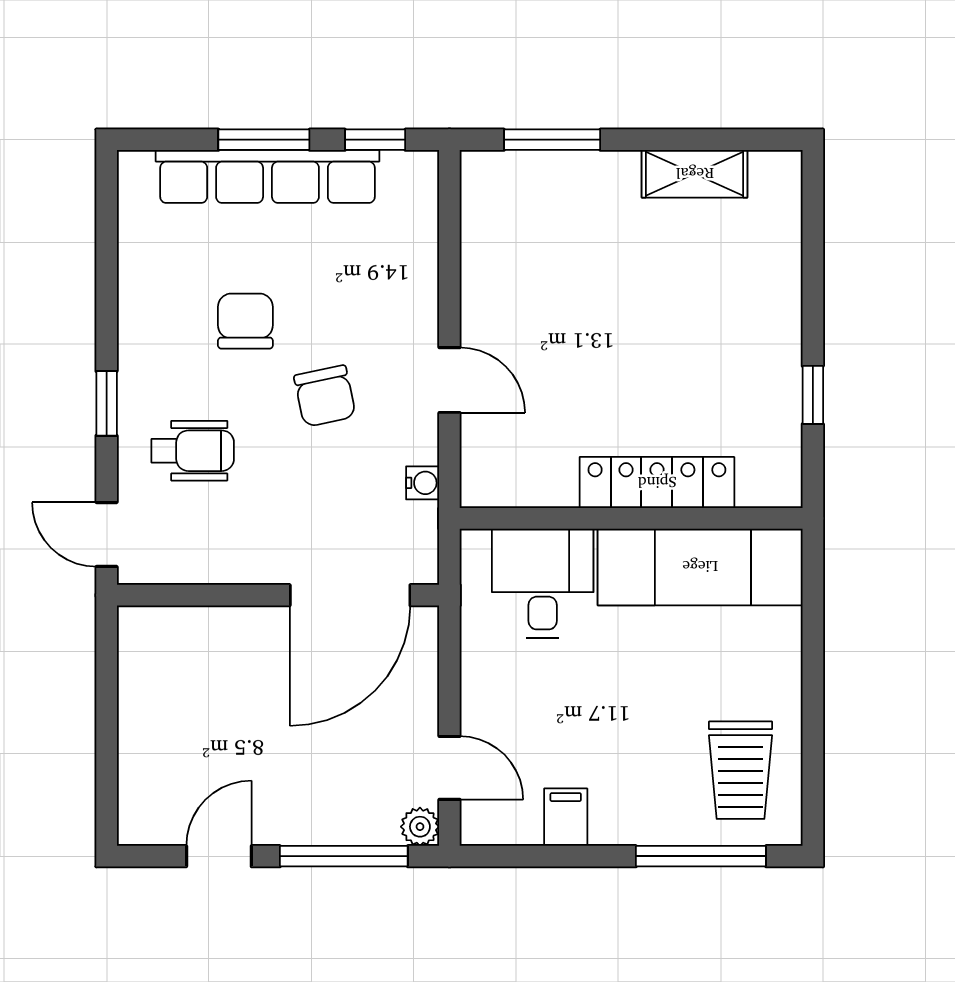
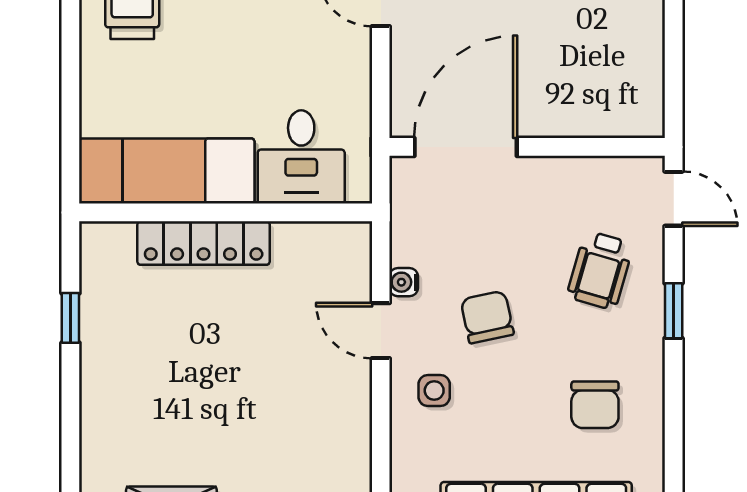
side table: (387, 310) -> (434, 391), added
chair: (245, 321) -> (595, 405), moved
wheelchair: (193, 451) -> (600, 270), turned -74
water cooler: (423, 483) -> (404, 282), moved

